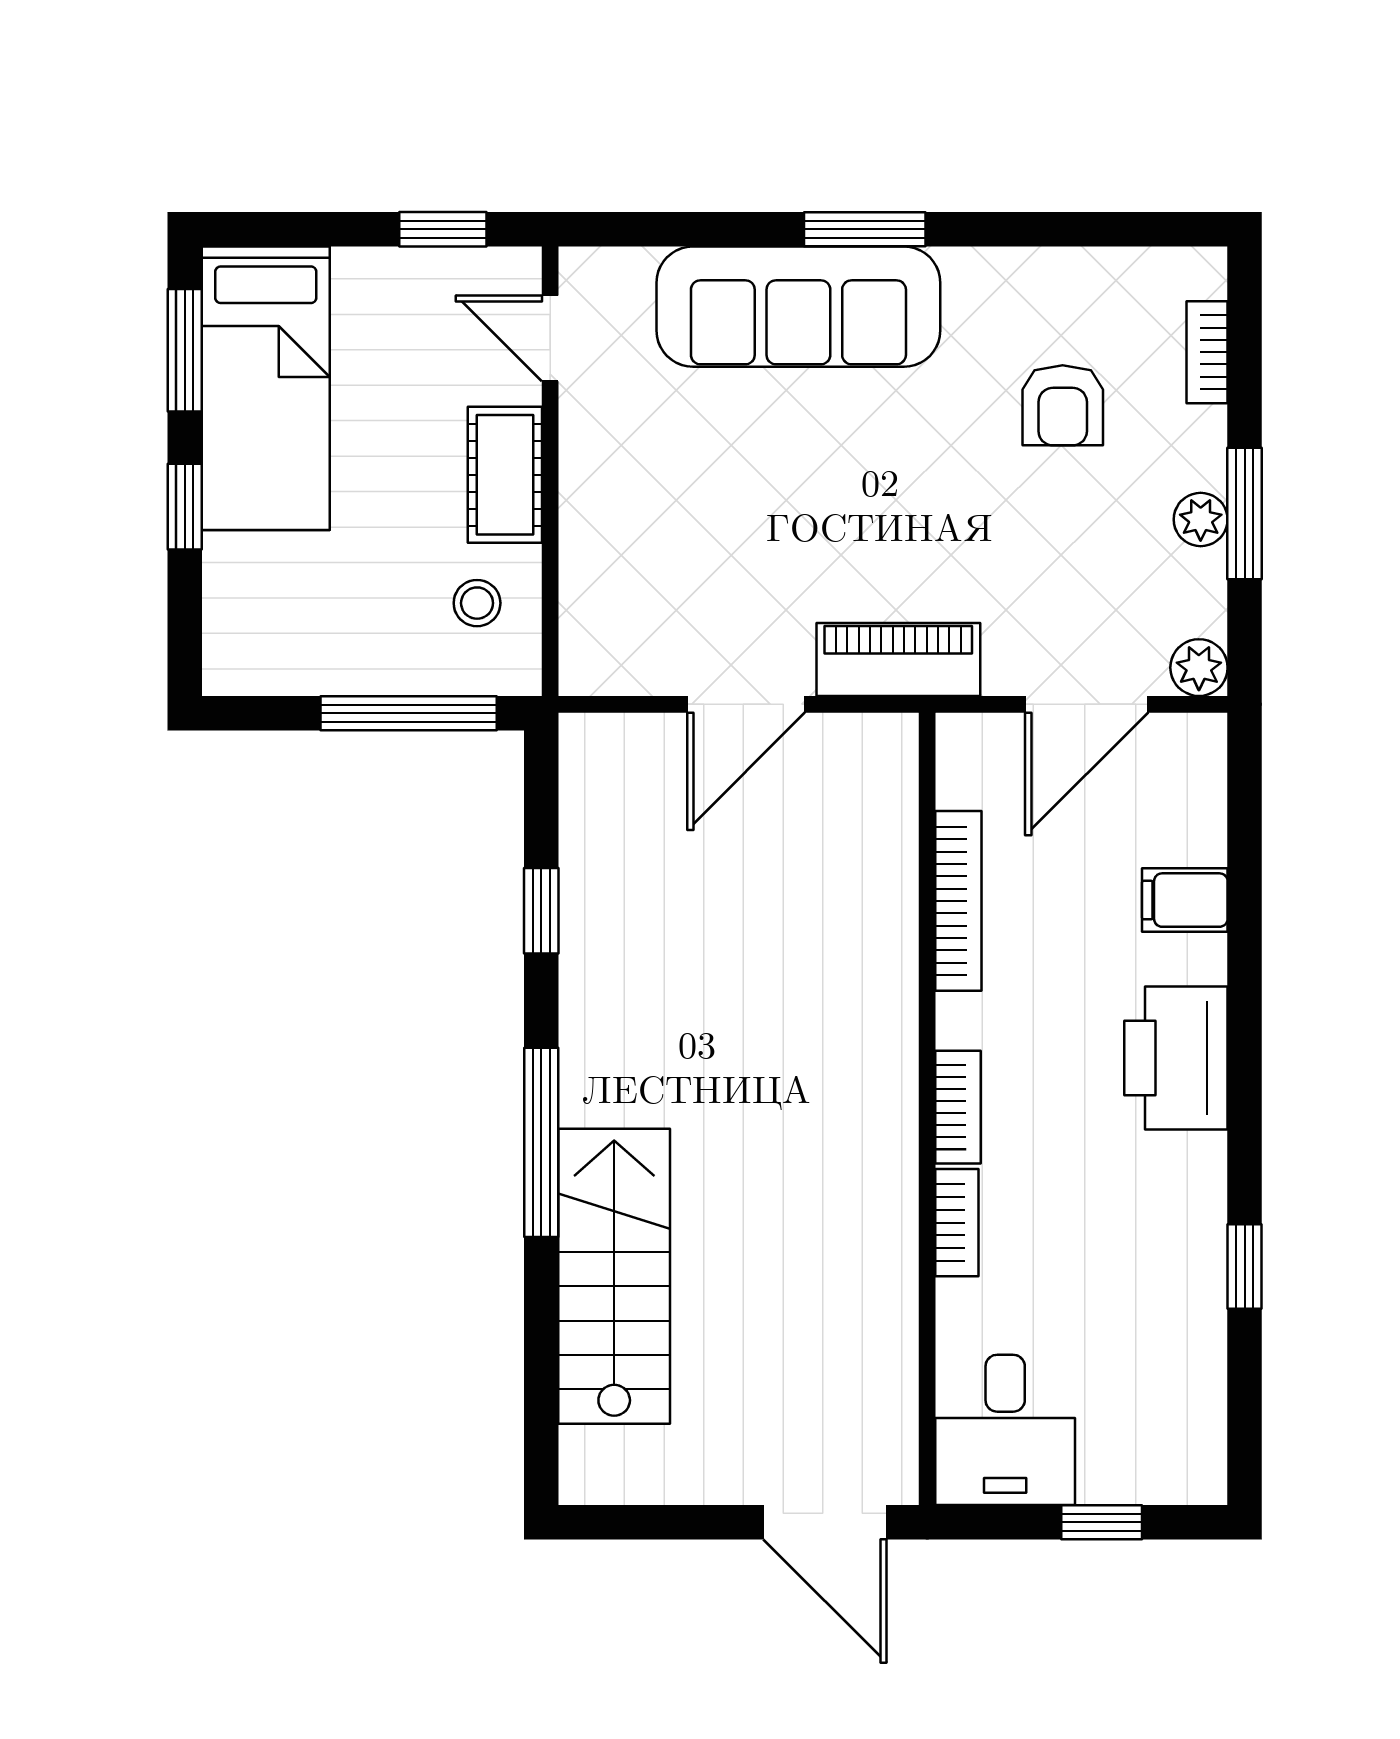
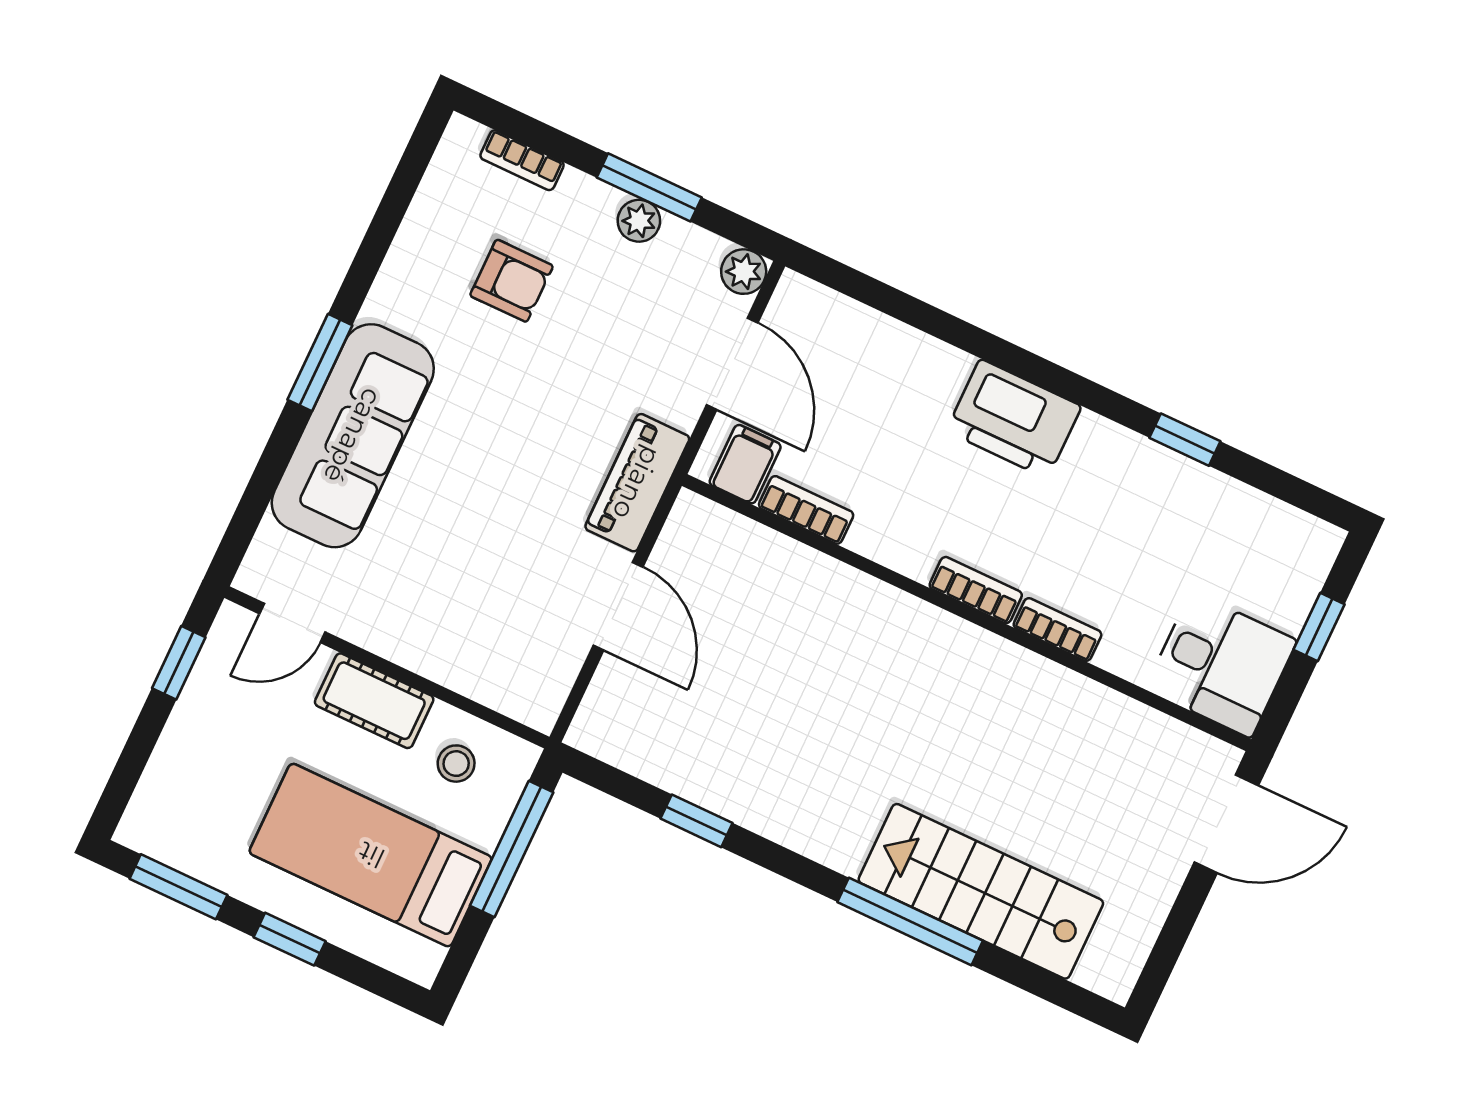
bed: (266, 388) -> (371, 855), moved, turned 180
filing cabinet: (1185, 900) -> (745, 464), moved, turned 180
bookcase: (958, 901) -> (806, 510), width x0.64
window: (541, 1142) -> (910, 921), moved

